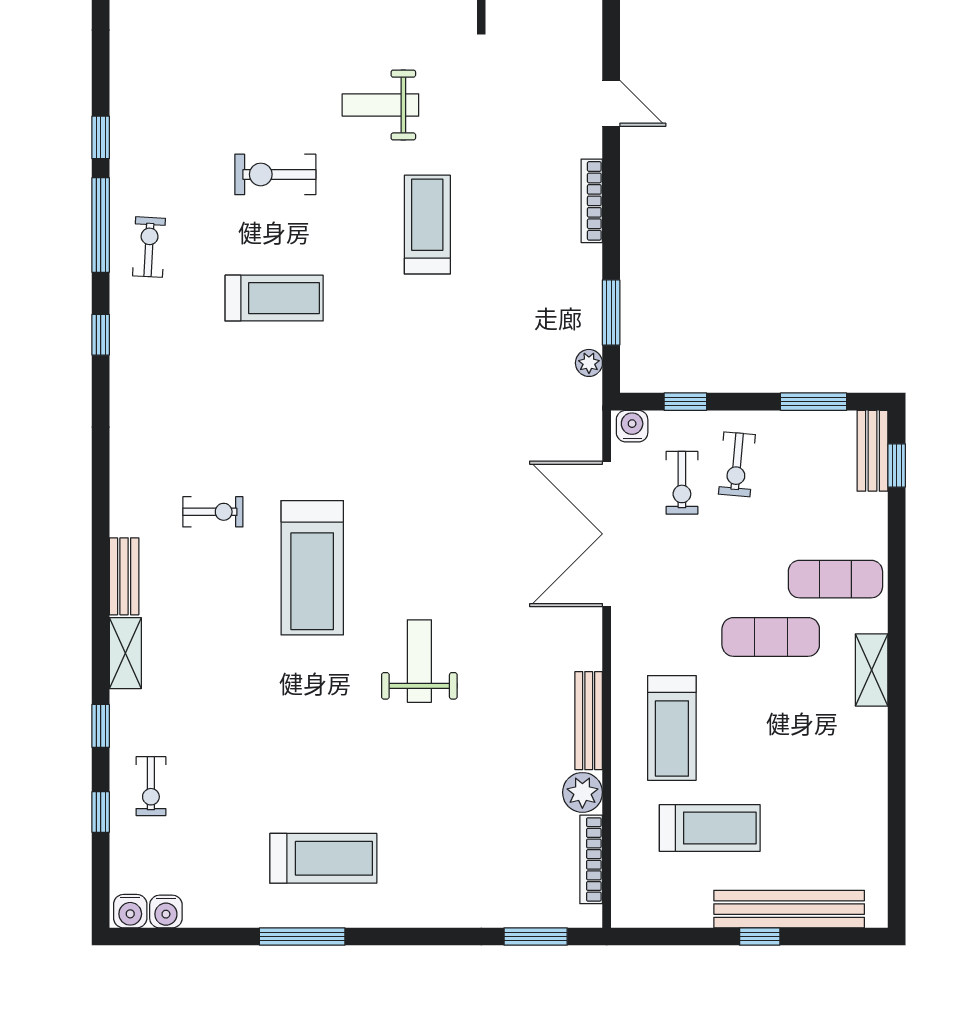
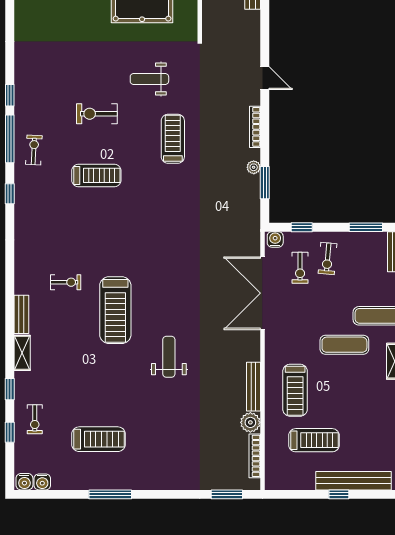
plant: (589, 363) -> (254, 167), moved
treadmill: (323, 858) -> (99, 439), moved

